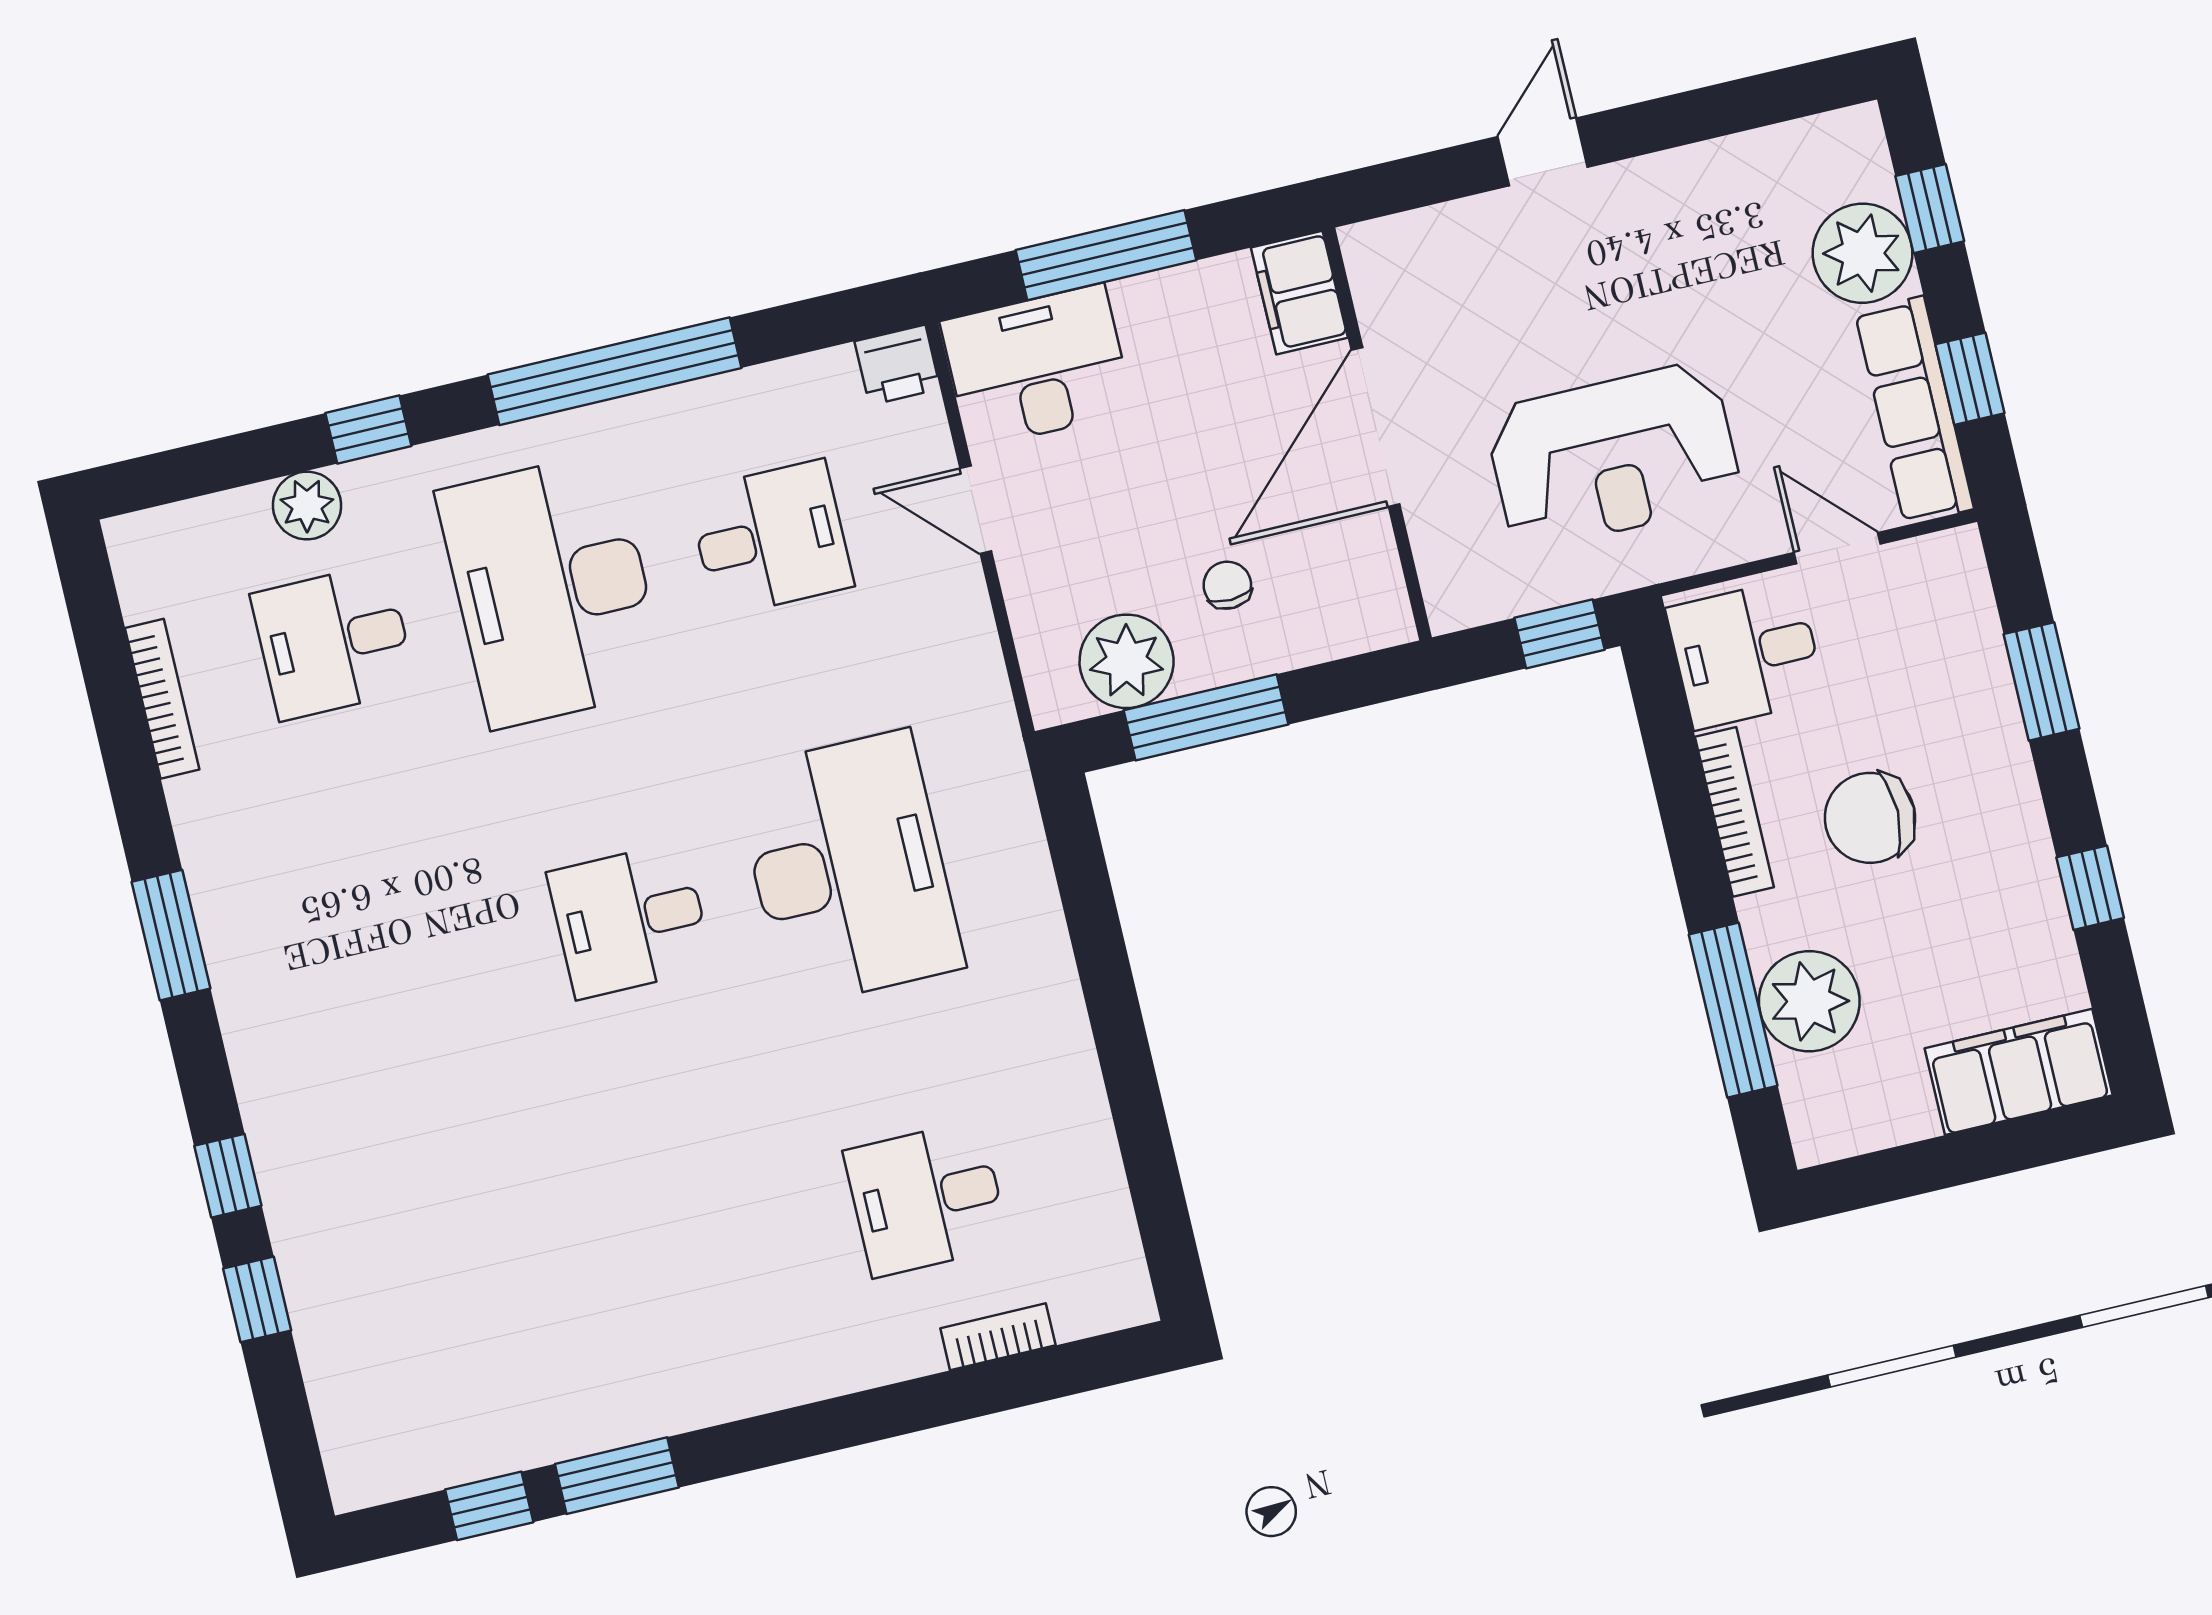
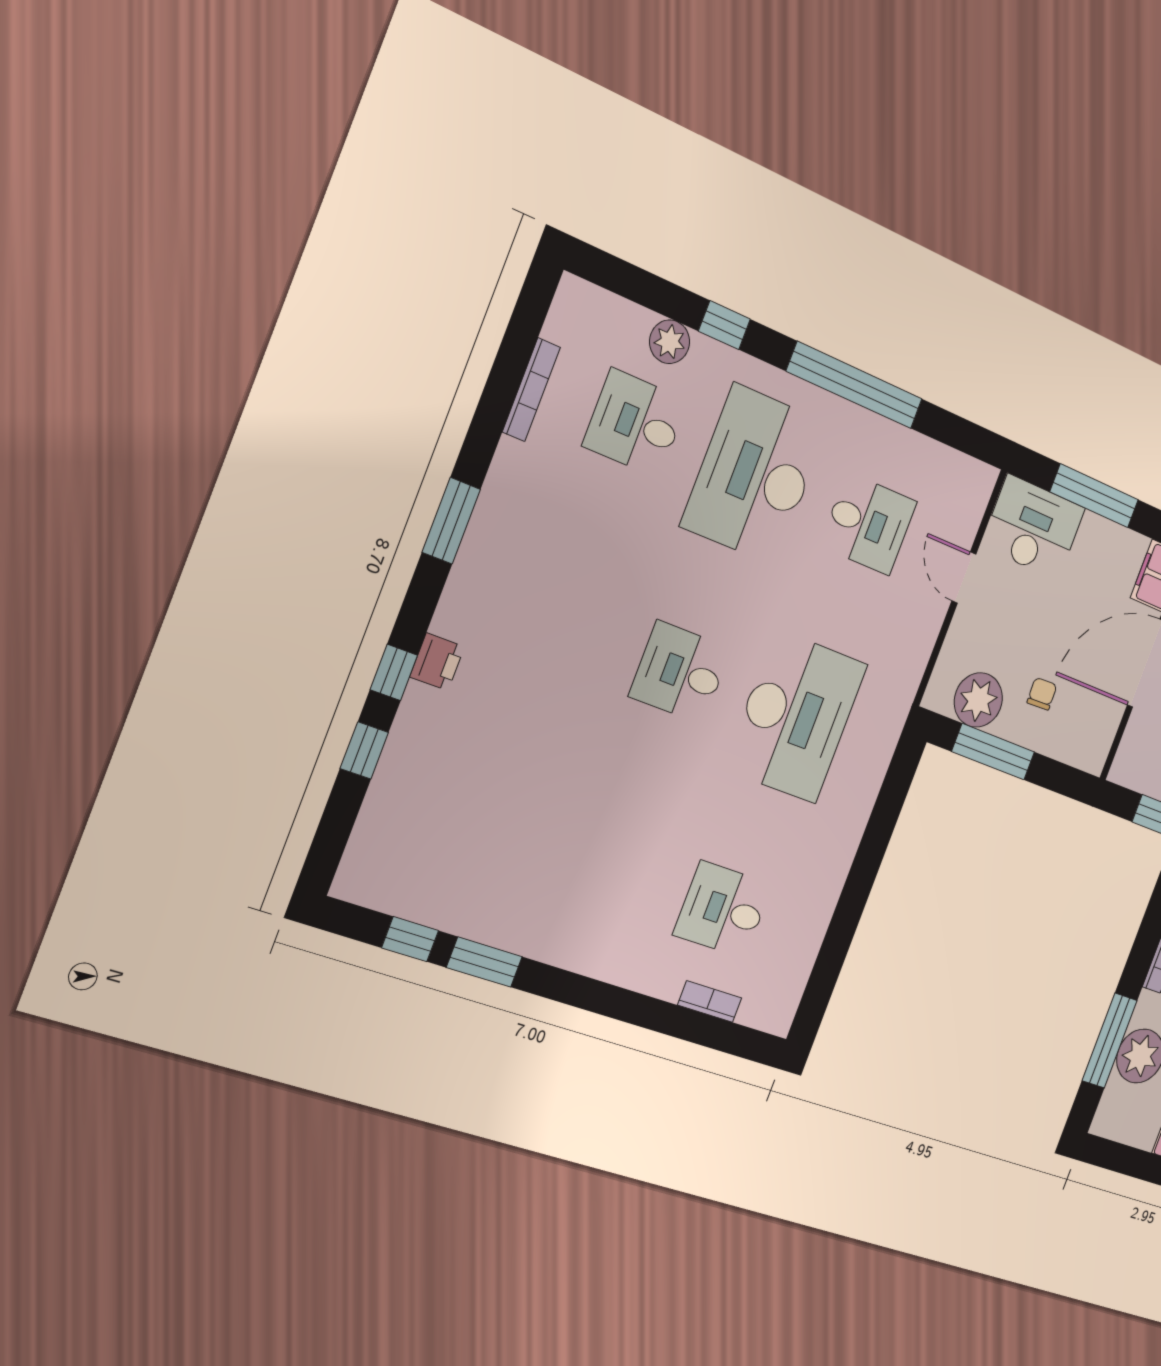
printer: (897, 365) -> (437, 662), moved, turned -90

